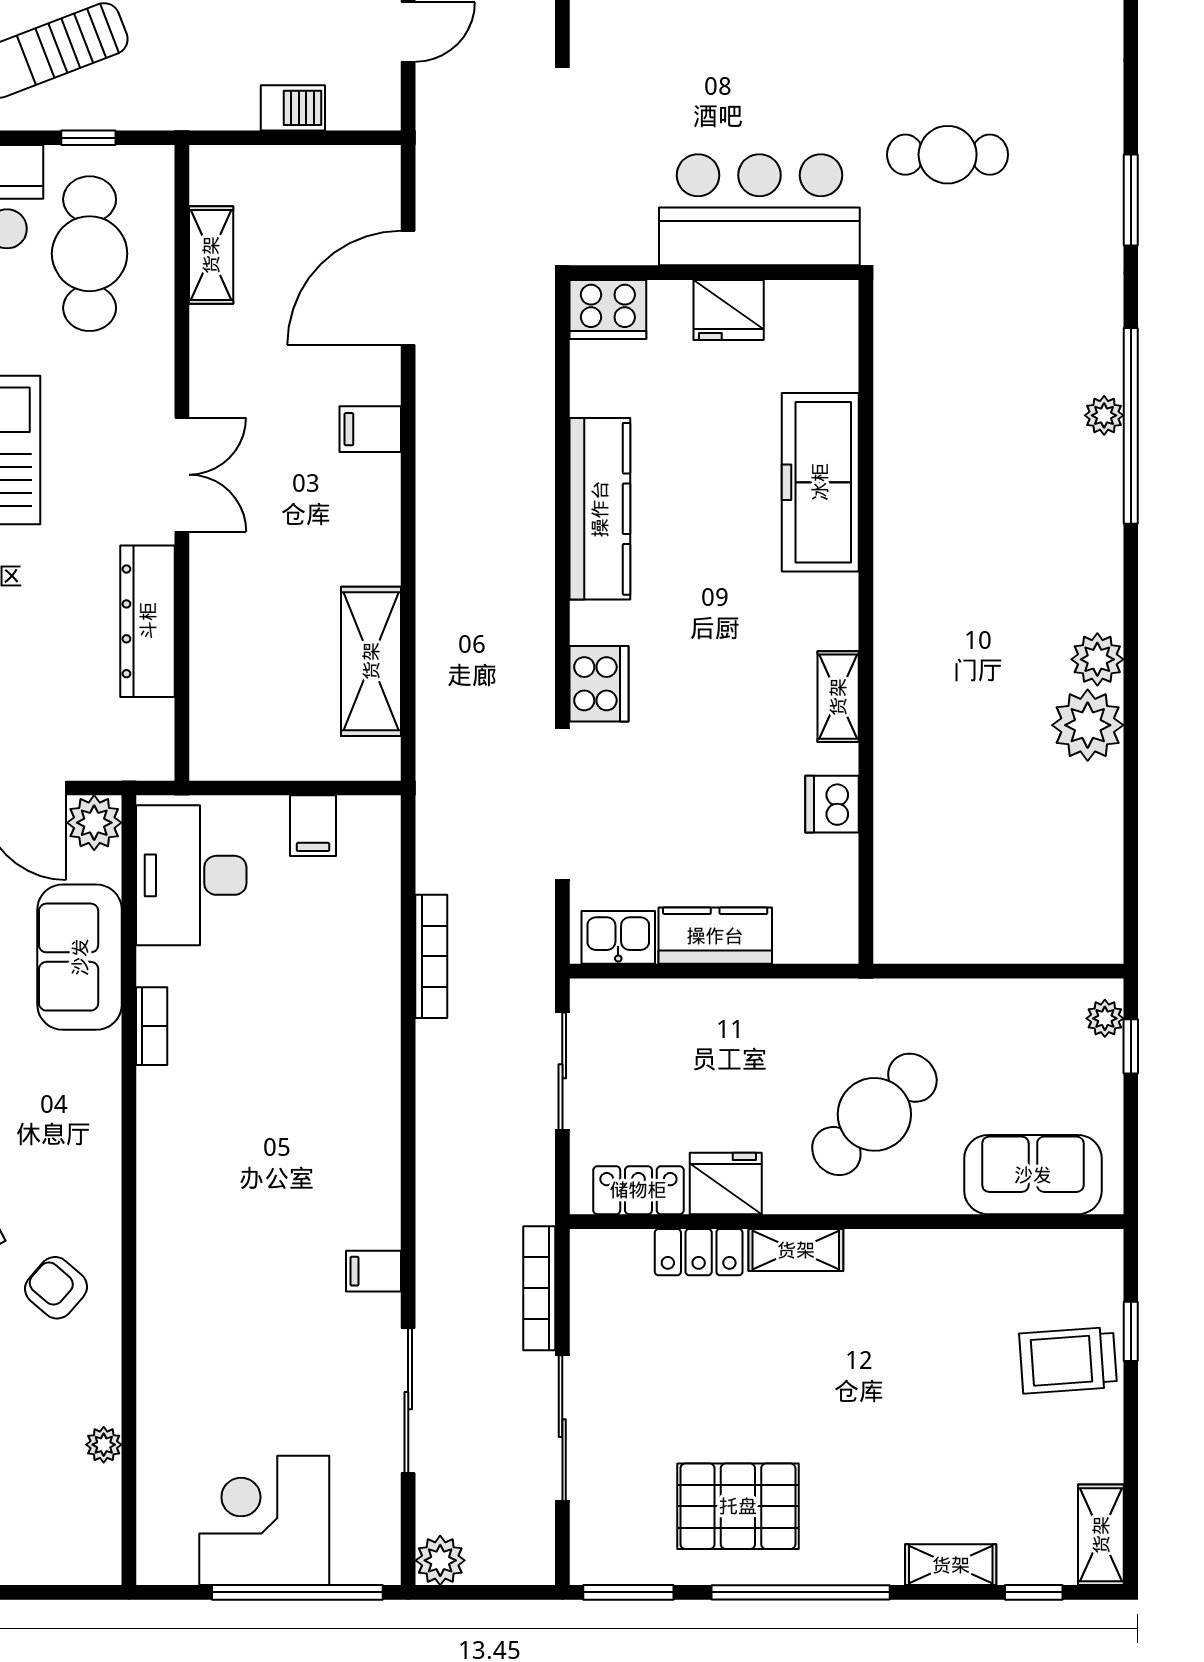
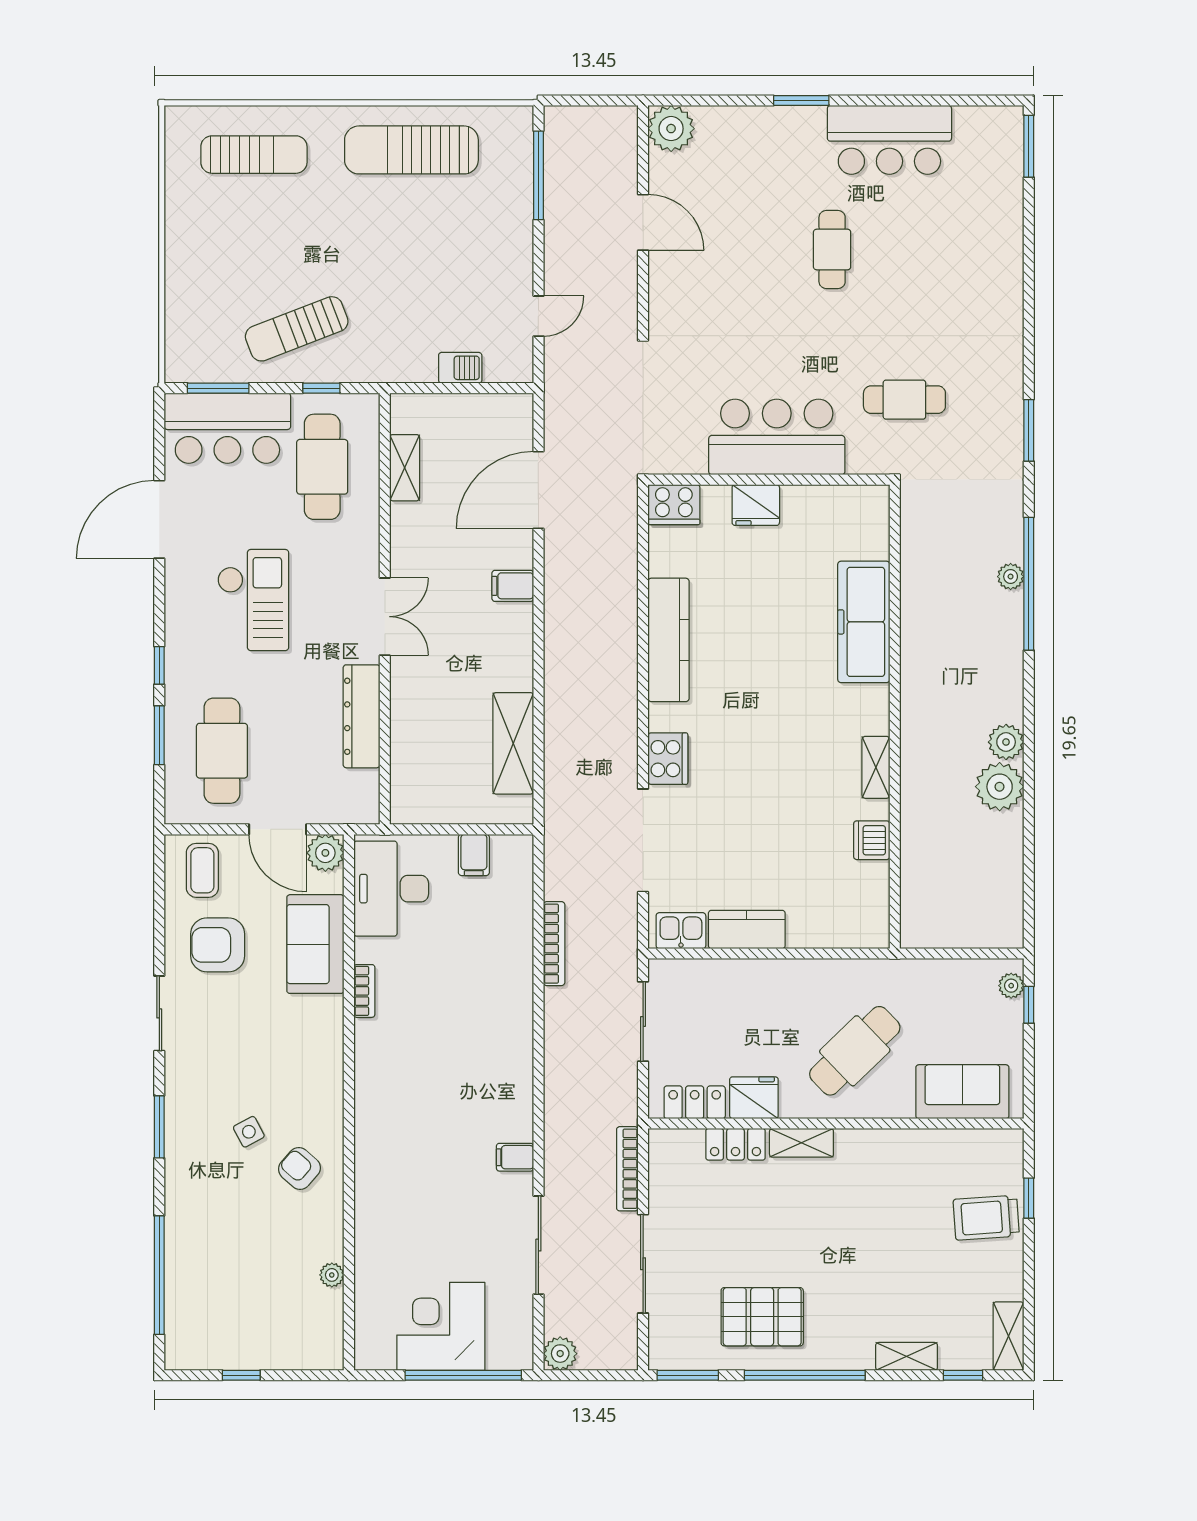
freezer: (820, 482) -> (864, 622), moved
wall: (866, 622) -> (895, 717), moved
shelving: (838, 697) -> (876, 767), moved
dishwasher: (832, 804) -> (872, 840), moved

